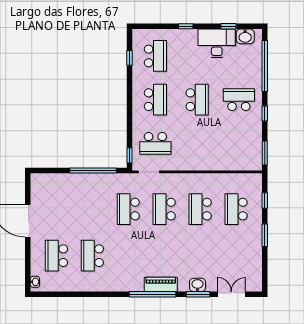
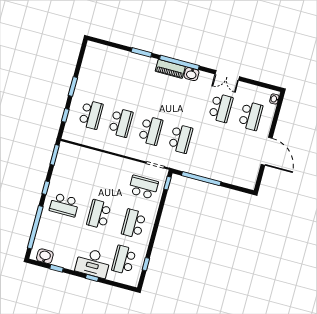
desk: (217, 43) -> (93, 263), moved
washbasin: (197, 285) -> (191, 74), moved
double door: (231, 294) -> (227, 75), moved

